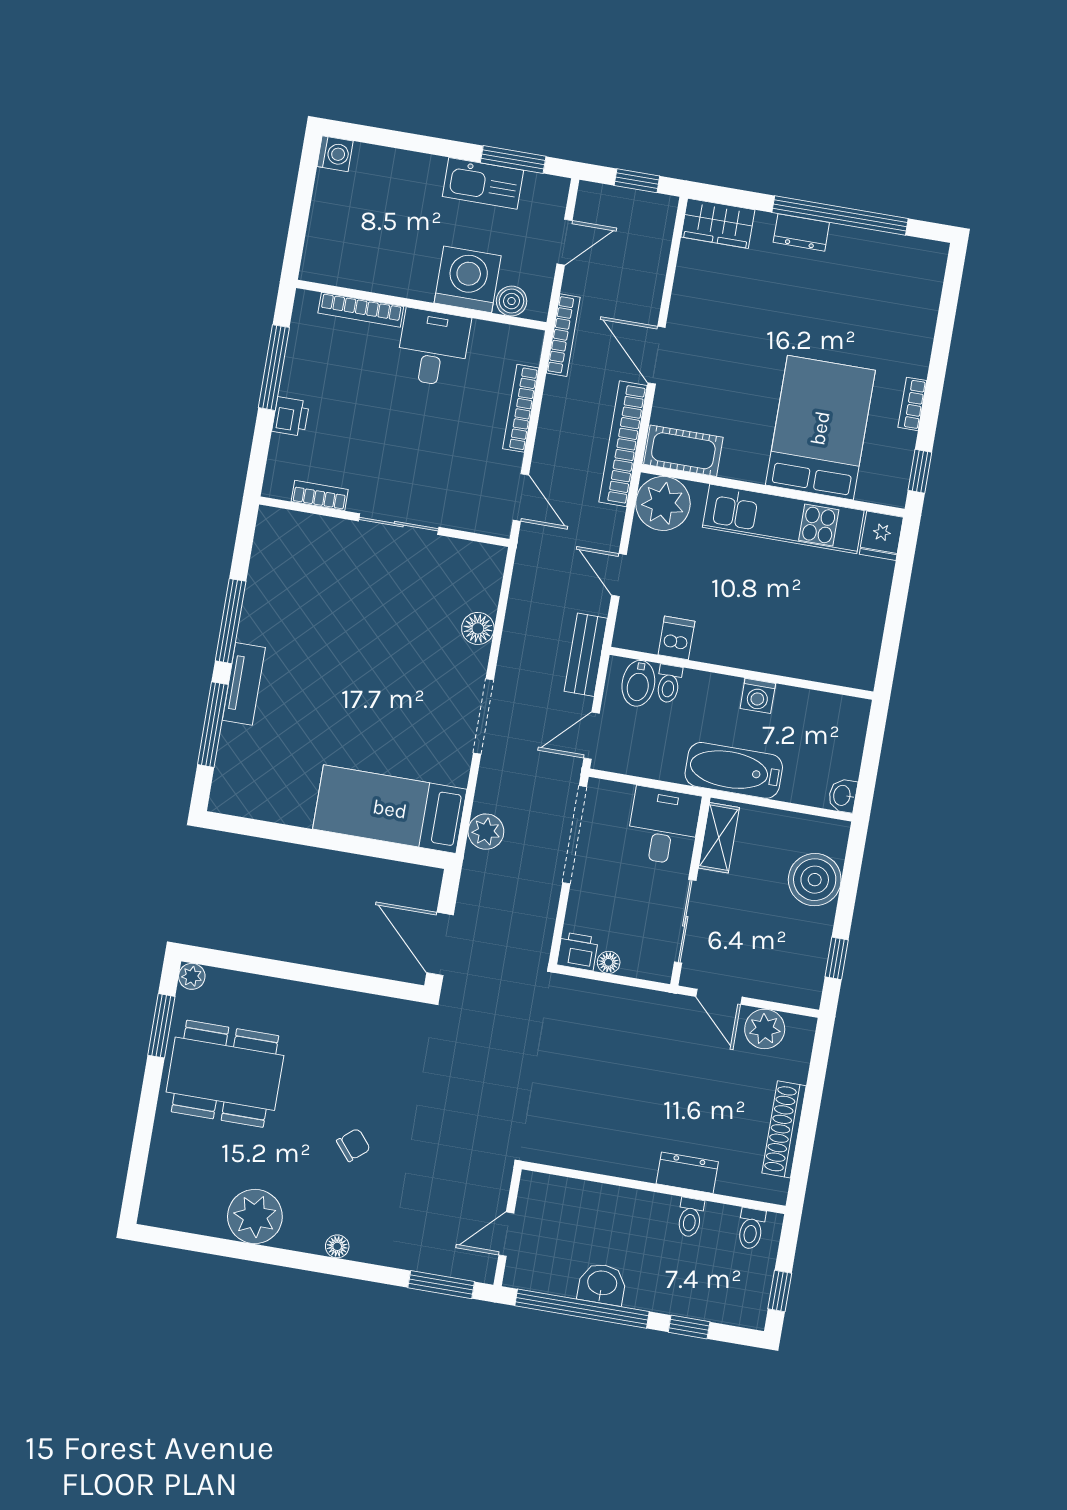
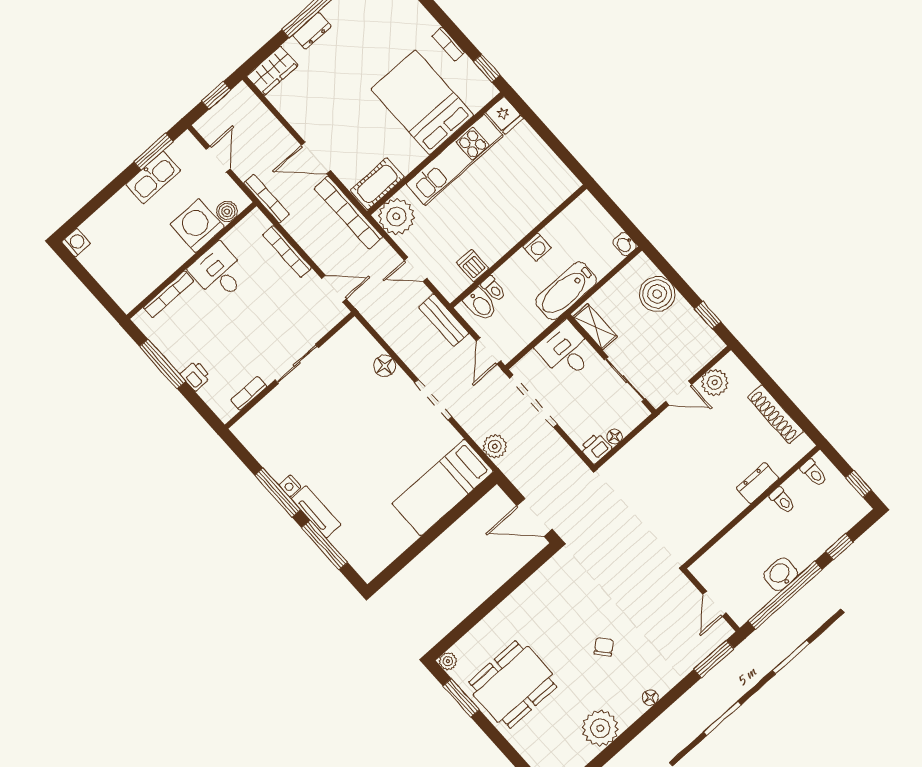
nightstand: (250, 629) -> (290, 486), added

